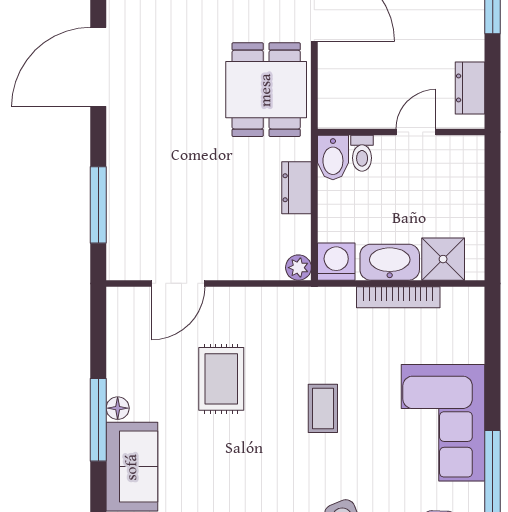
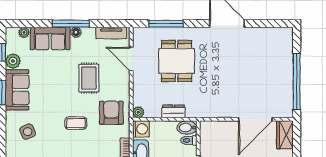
dining table: (266, 90) -> (177, 61), moved, turned 90
armchair: (300, 328) -> (111, 113), added
tv unit: (119, 329) -> (111, 33), added
rug: (221, 379) -> (89, 78), turned 90

